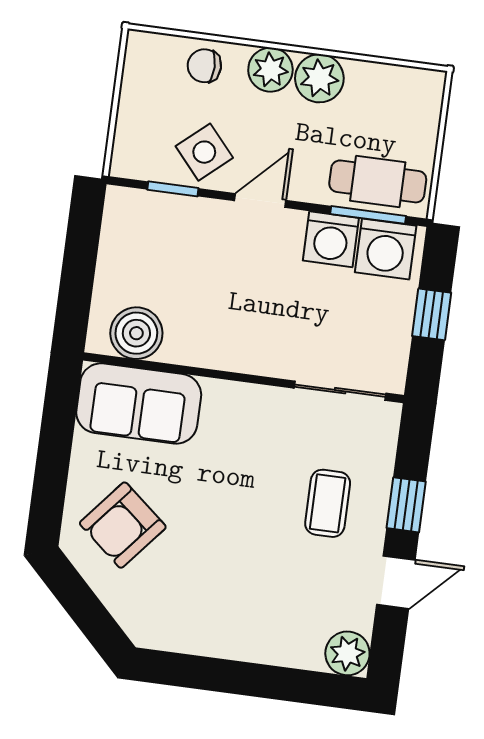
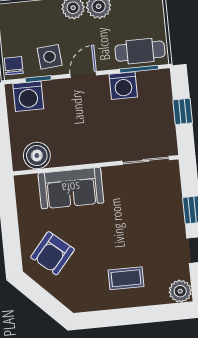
chair: (204, 66) -> (14, 66), moved, turned 90
side table: (204, 152) -> (50, 57), turned 36
washing machine: (386, 249) -> (28, 96), moved
sofa: (139, 403) -> (71, 188), moved
coffee table: (328, 503) -> (126, 278), moved, turned 90

